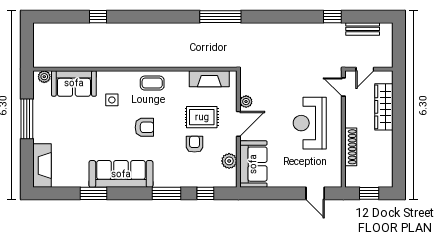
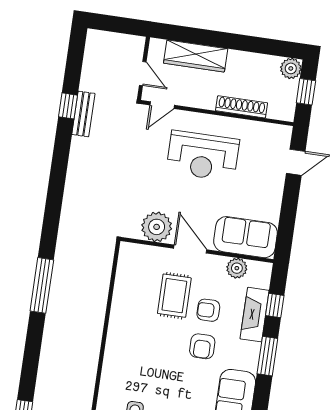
window: (220, 17) -> (42, 285), moved
bench: (363, 29) -> (83, 114), moved
fireplace: (209, 79) -> (255, 315), moved, turned 180
coffee table: (152, 83) -> (120, 354), removed
plant: (246, 102) -> (157, 227), width x1.88, depth x1.88
armchair: (144, 127) -> (202, 346), moved, turned 180
plant: (385, 180) -> (291, 68), added

